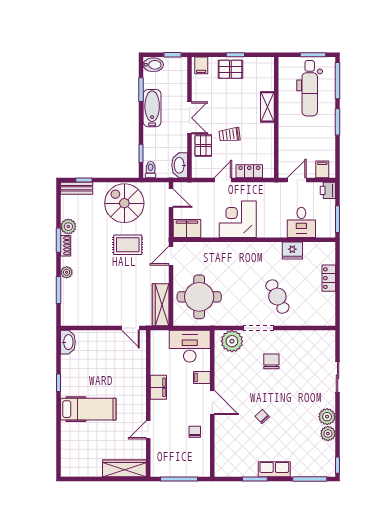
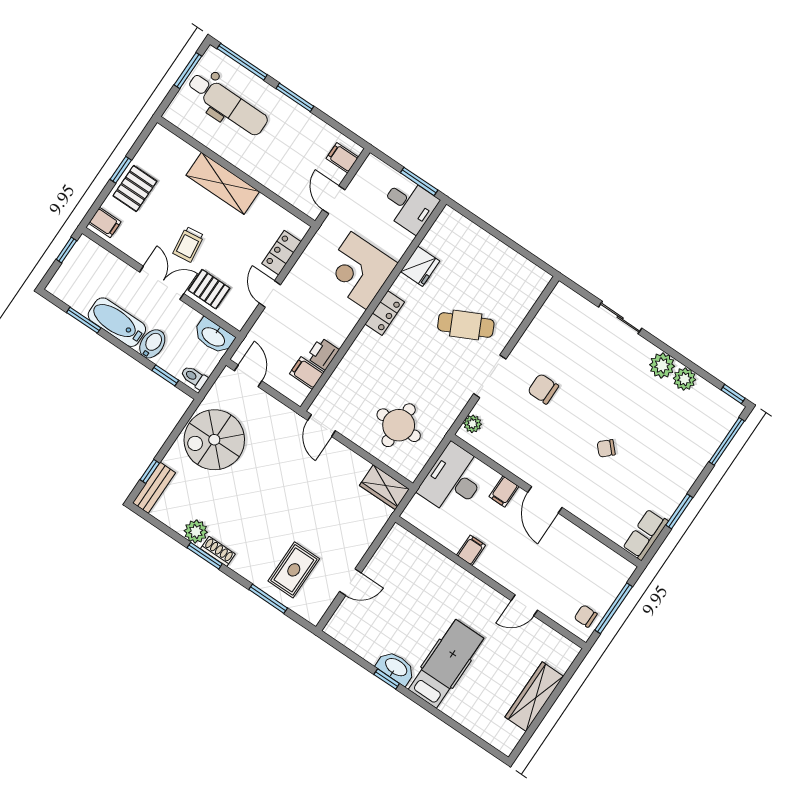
bidet: (153, 65) -> (152, 344), moved
shelving: (267, 107) -> (223, 183), width x1.50, depth x1.33
trolley: (230, 135) -> (188, 244), moved
printer: (328, 190) -> (323, 354), moved, turned 90
door: (171, 198) -> (248, 376), hinge flipped
corner desk: (238, 219) -> (359, 271), moved
desk: (301, 222) -> (409, 205), moved
filing cabinet: (187, 229) -> (307, 373), width x0.50
rug: (128, 245) -> (294, 570), moved
plant: (67, 272) -> (253, 573), removed
locker: (329, 278) -> (385, 313), moved, turned -90
round table: (199, 297) -> (399, 425), width x0.73, depth x0.73
wardrobe: (161, 305) -> (384, 487), width x0.67
door: (130, 328) -> (350, 582), moved
plant: (232, 341) -> (473, 424), width x0.53, depth x0.53
washbasin: (68, 342) -> (396, 668), moved
filing cabinet: (158, 387) -> (471, 550), width x0.50
door: (212, 403) -> (545, 500), swing flipped
door: (148, 430) -> (524, 605), hinge flipped
chair: (195, 432) -> (586, 616), moved
wardrobe: (124, 468) -> (534, 697), moved
row of seats: (274, 469) -> (645, 535), moved

